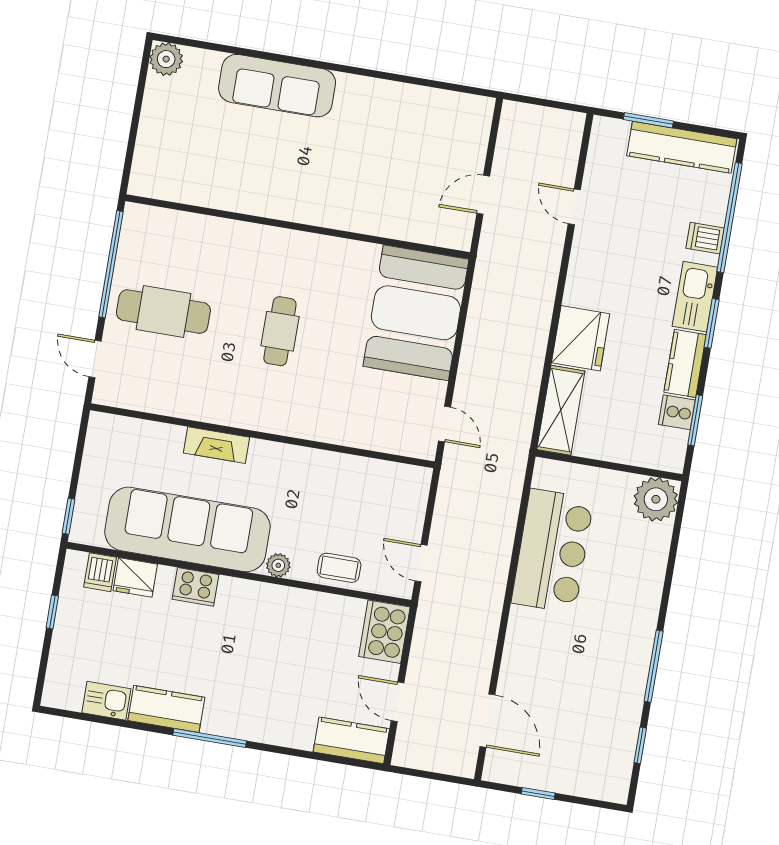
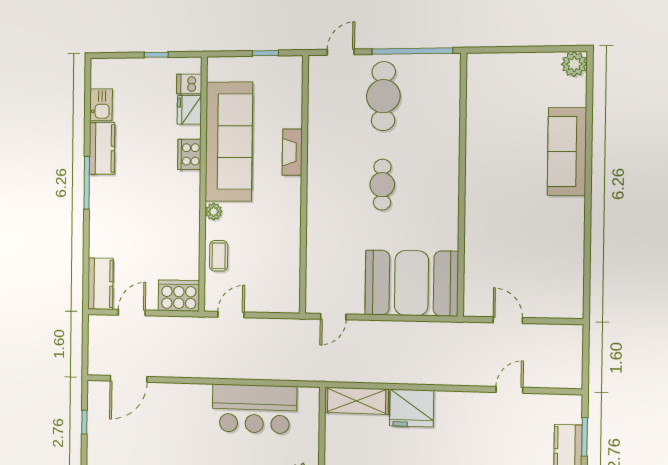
cafe table: (280, 331) -> (382, 185), turned 90
window: (68, 516) -> (265, 53), moved

